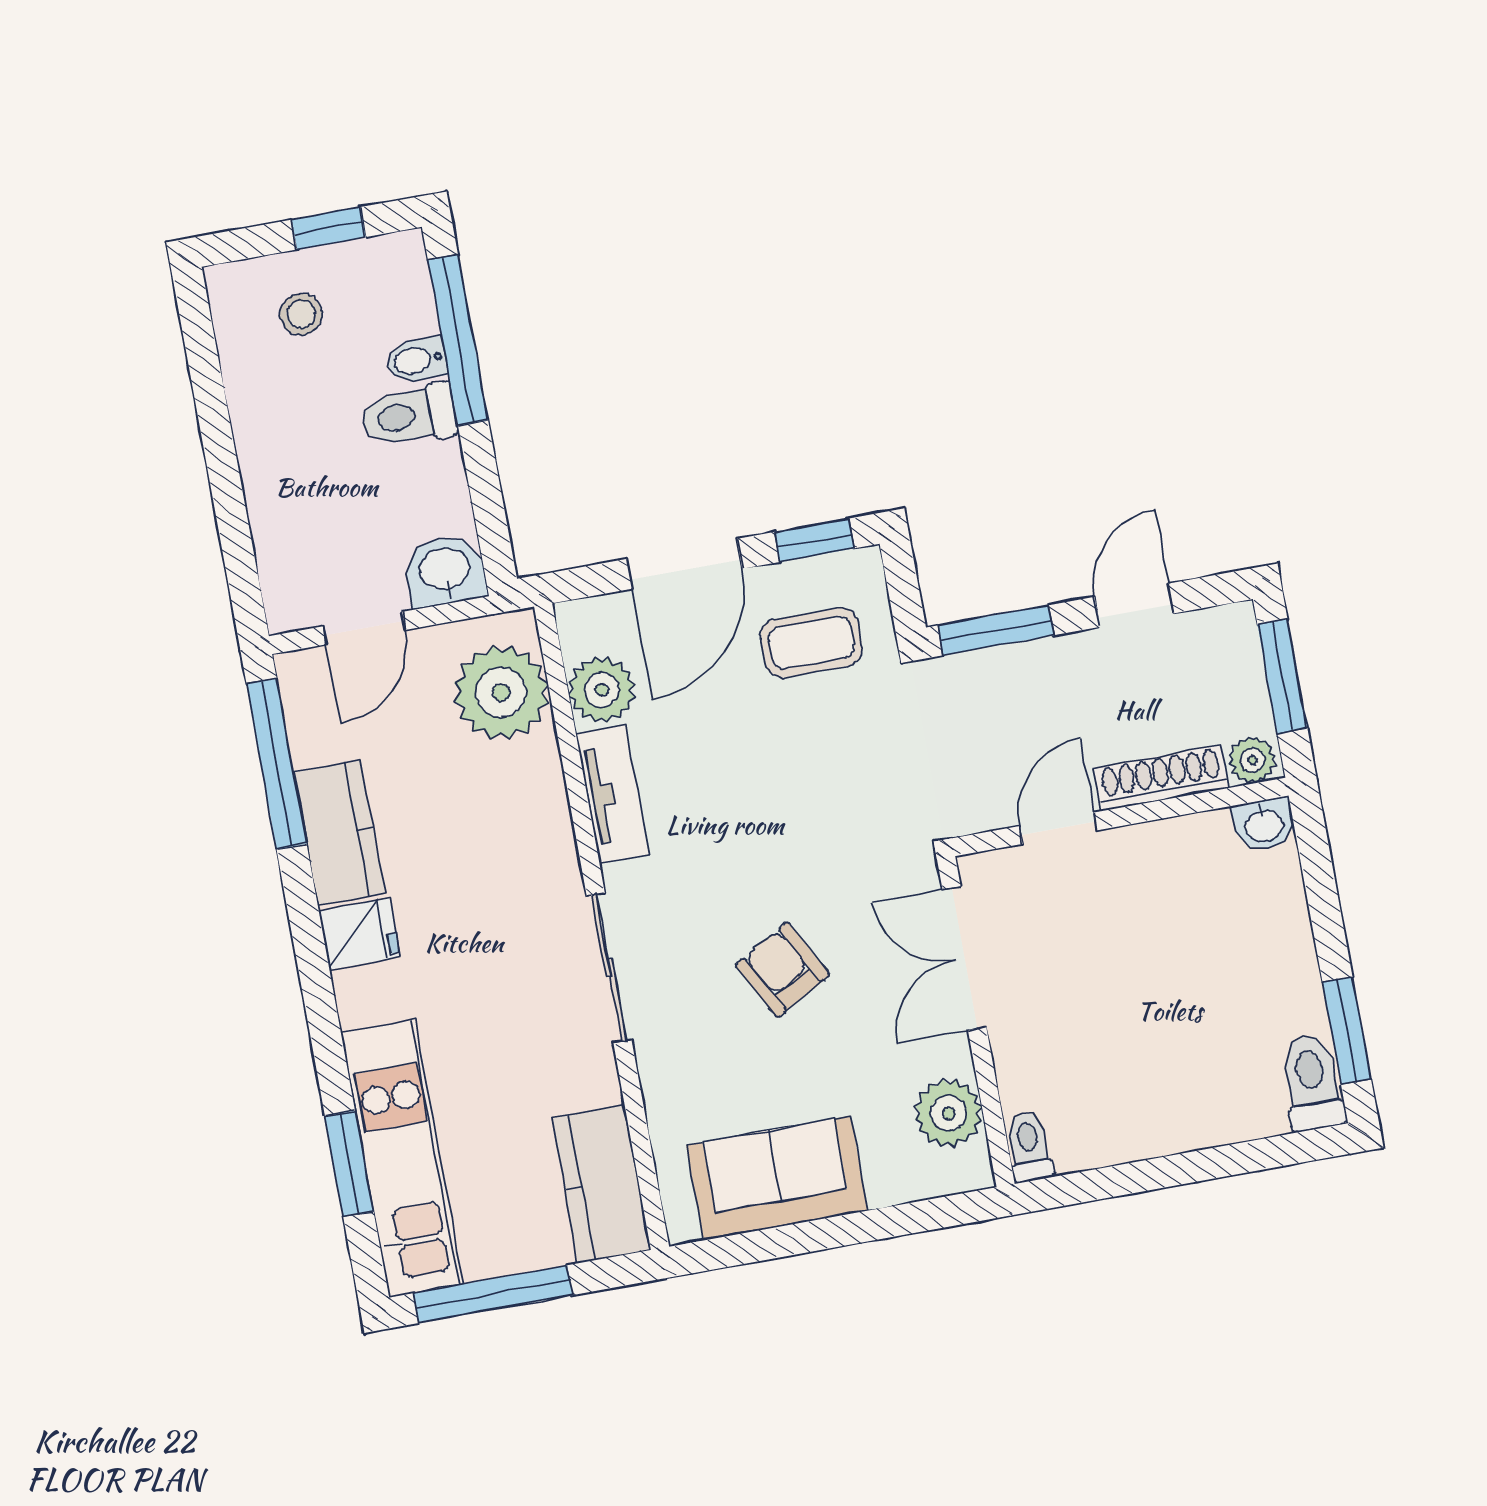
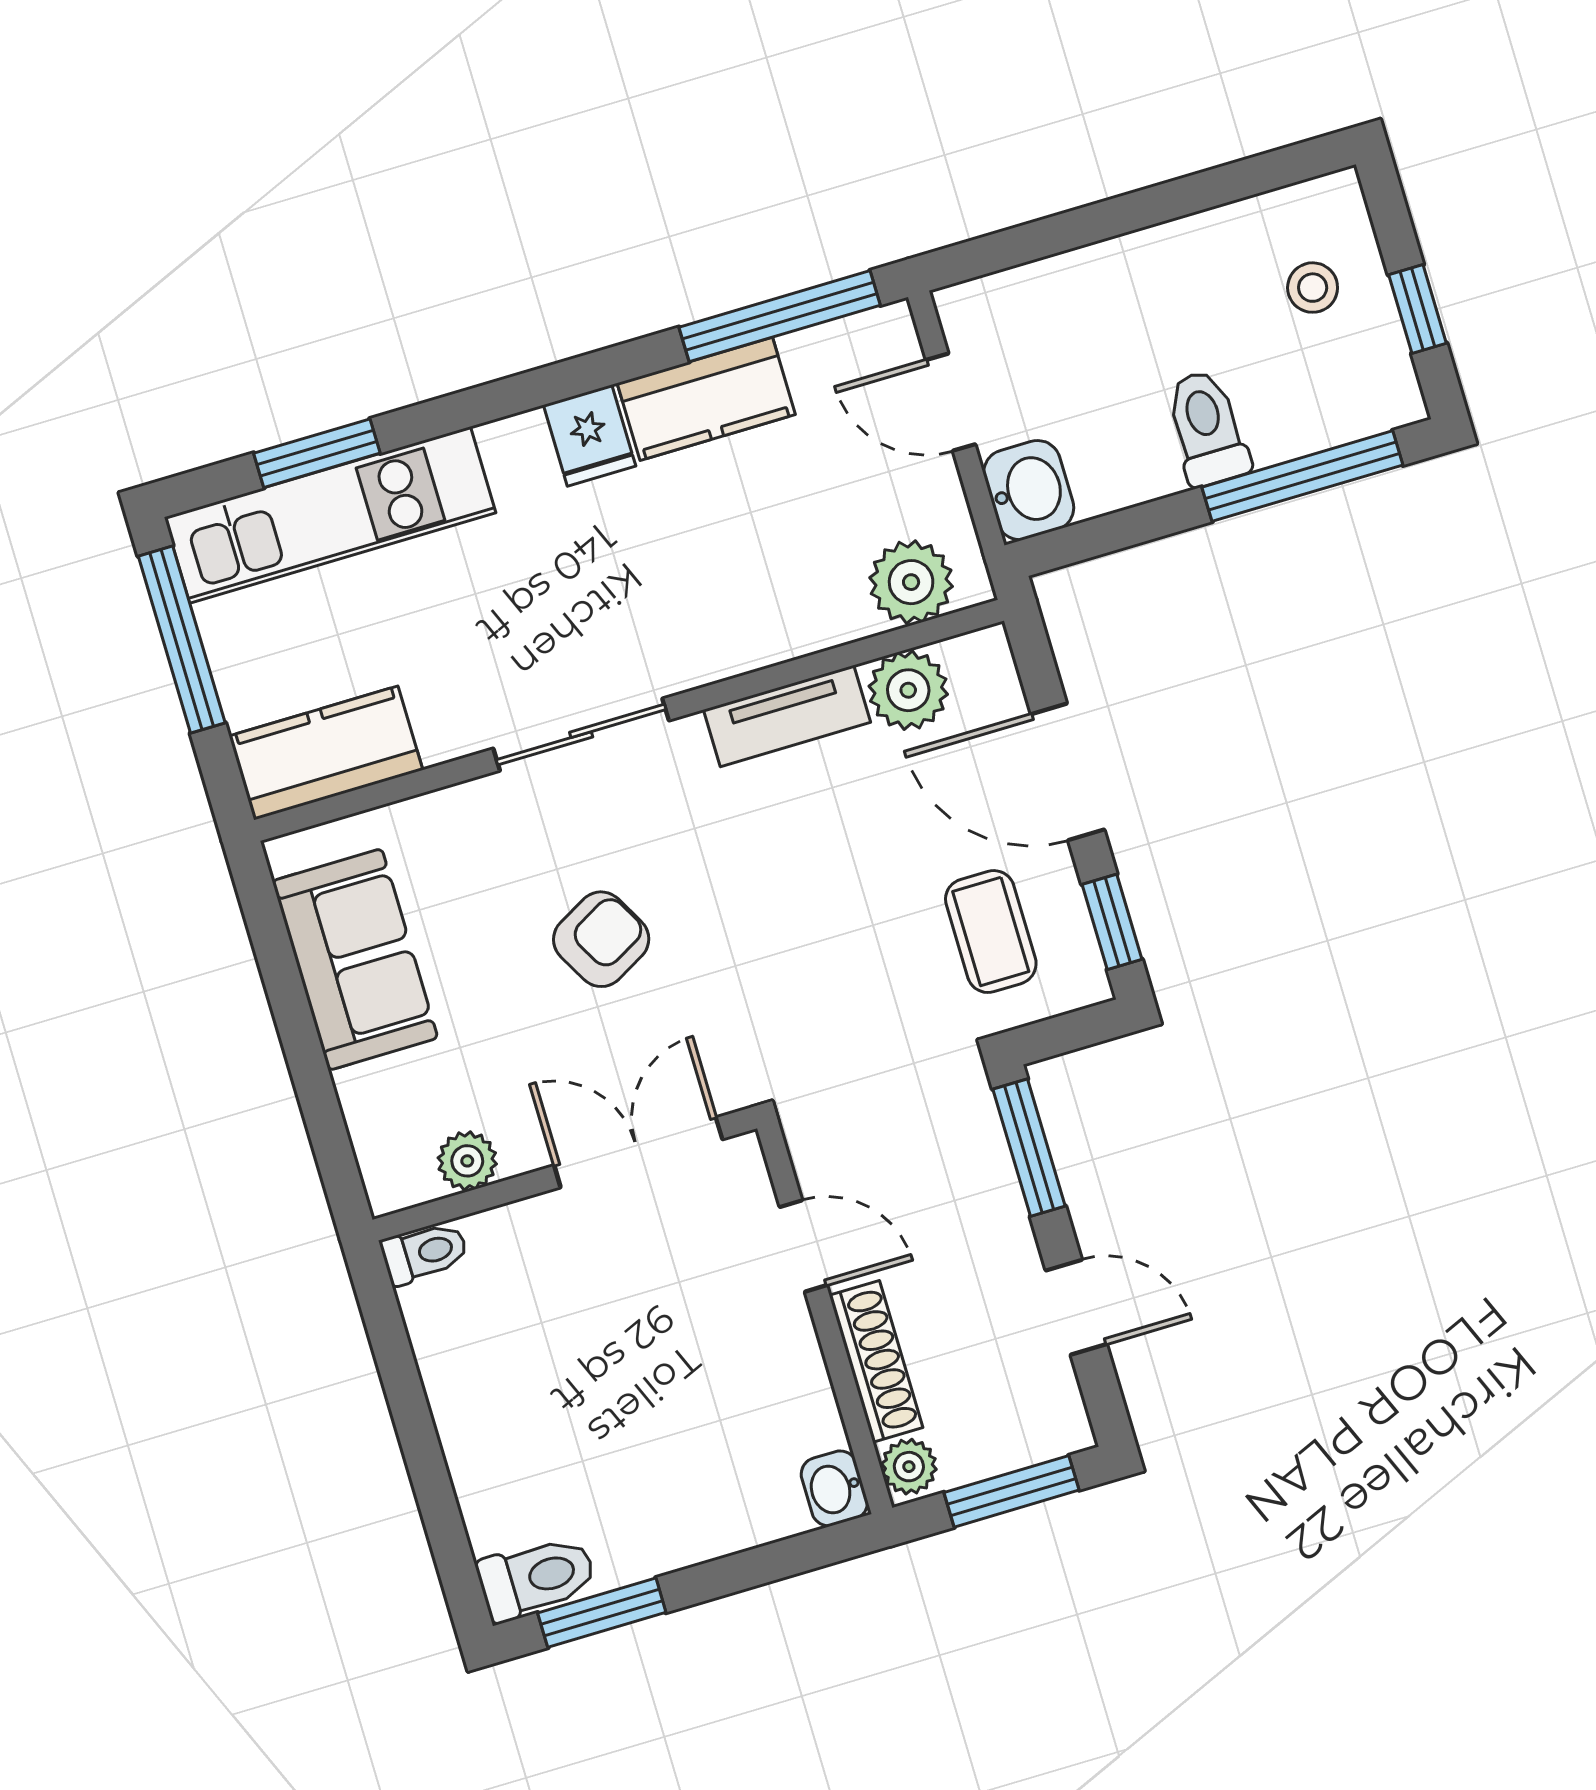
bidet: (417, 360) -> (1273, 430), removed
plant: (501, 693) -> (911, 582), width x0.73, depth x0.73
plant: (948, 1113) -> (467, 1161), width x0.73, depth x0.73

